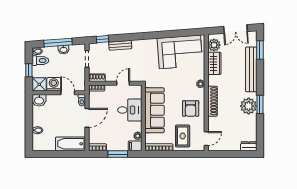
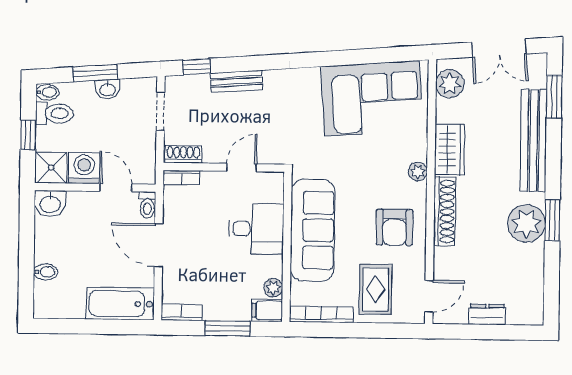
window: (58, 43) -> (95, 73), width x0.69
wardrobe: (214, 63) -> (450, 149), moved
door: (87, 118) -> (159, 245), swing flipped
dresser: (249, 146) -> (487, 314), moved

